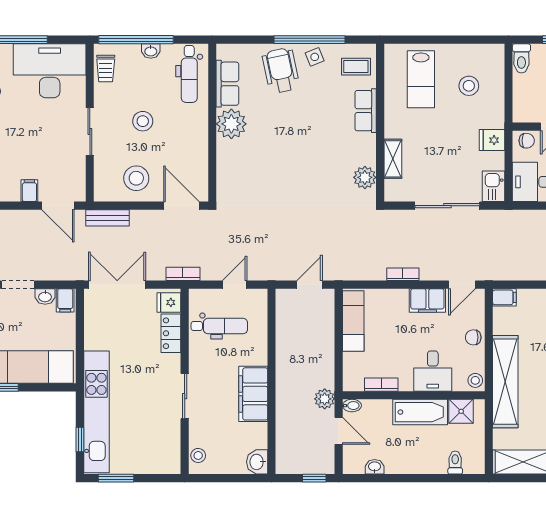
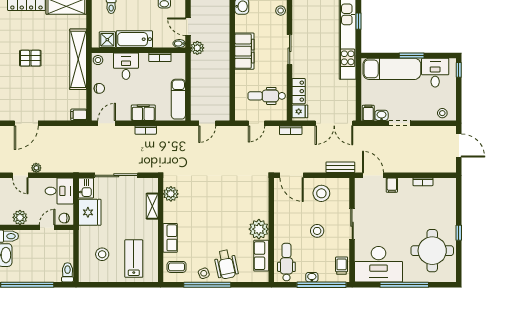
fridge: (492, 140) -> (90, 212), width x1.88, depth x1.34
filing cabinet: (427, 301) -> (143, 113), moved

